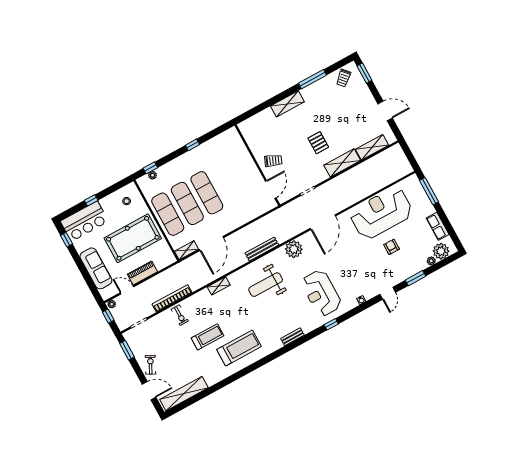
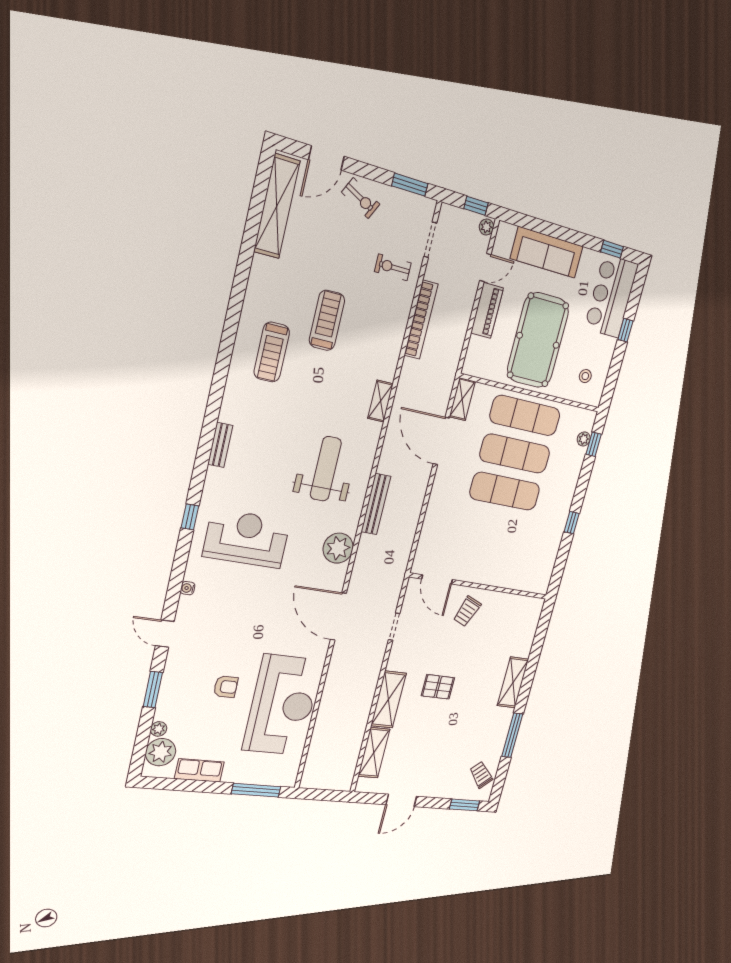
exercise bike: (180, 315) -> (393, 267), moved
treadmill: (208, 337) -> (327, 320), turned 180
treadmill: (239, 348) -> (272, 352), width x0.73, depth x0.73

